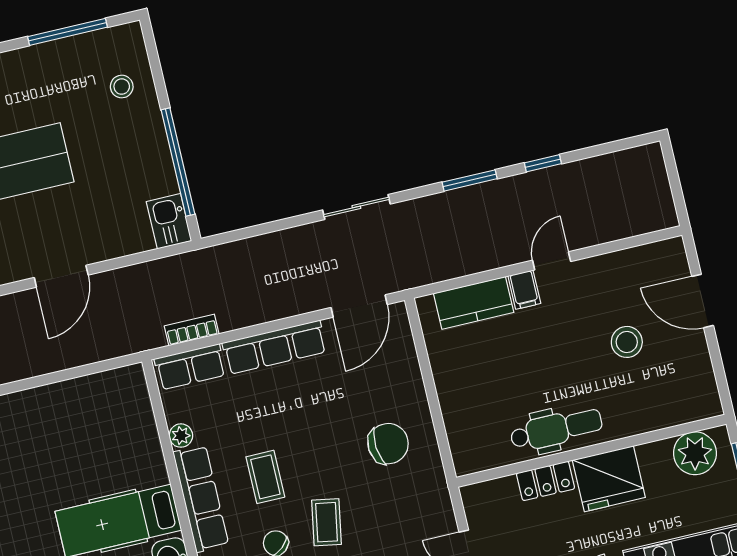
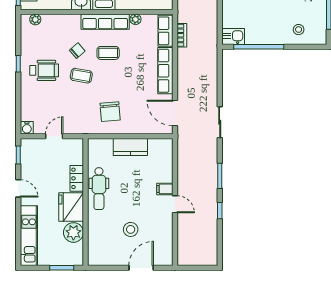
kitchen counter: (474, 303) -> (130, 147), moved, turned -90
plant: (695, 453) -> (73, 232), moved

